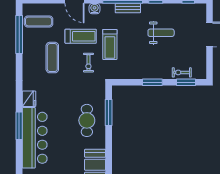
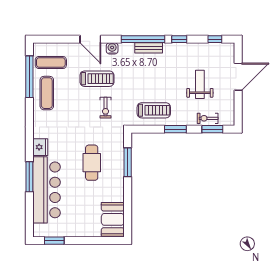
weight bench: (161, 33) -> (200, 84), moved, turned -90
treadmill: (110, 44) -> (154, 110), moved, turned -90
exercise mat: (52, 58) -> (47, 93), moved
cafe table: (87, 120) -> (92, 163), moved

